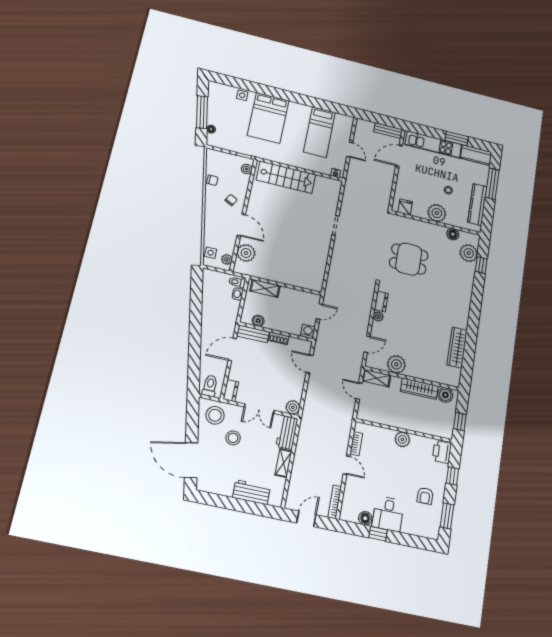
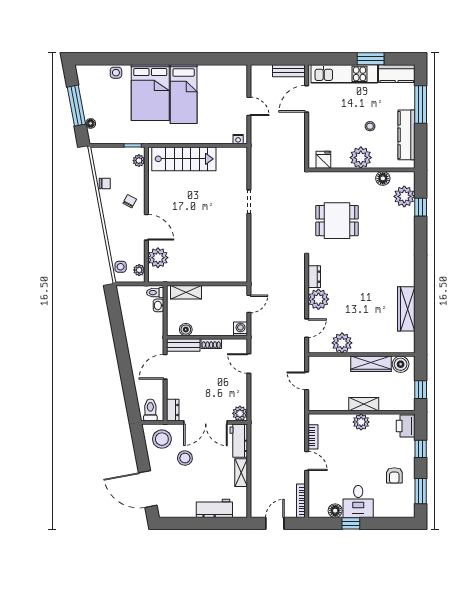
bed: (319, 132) -> (184, 94), moved
plant: (378, 316) -> (318, 299), width x1.87, depth x1.87
shelving: (376, 378) -> (364, 404), moved
double door: (259, 409) -> (206, 422), width x1.37

